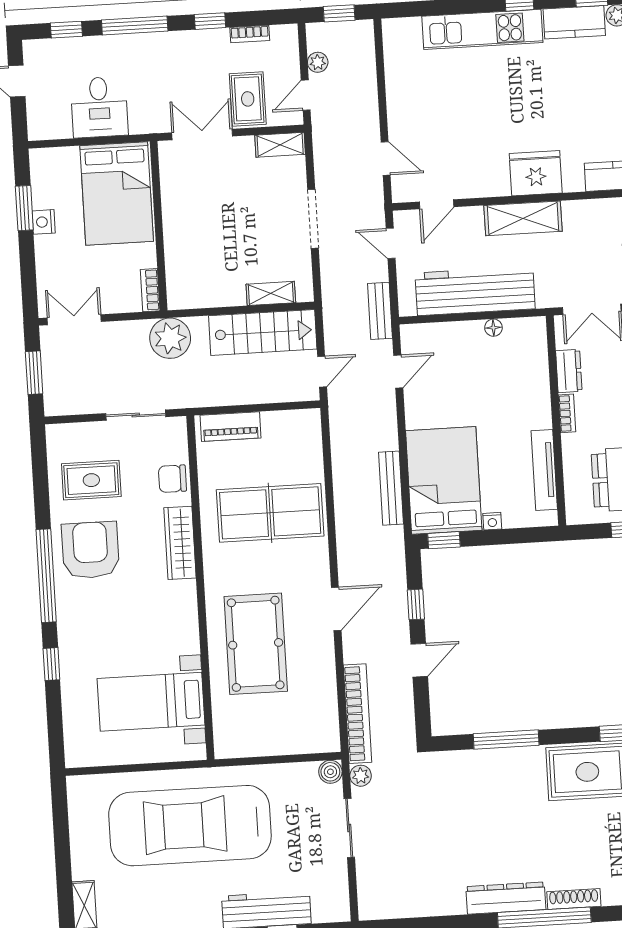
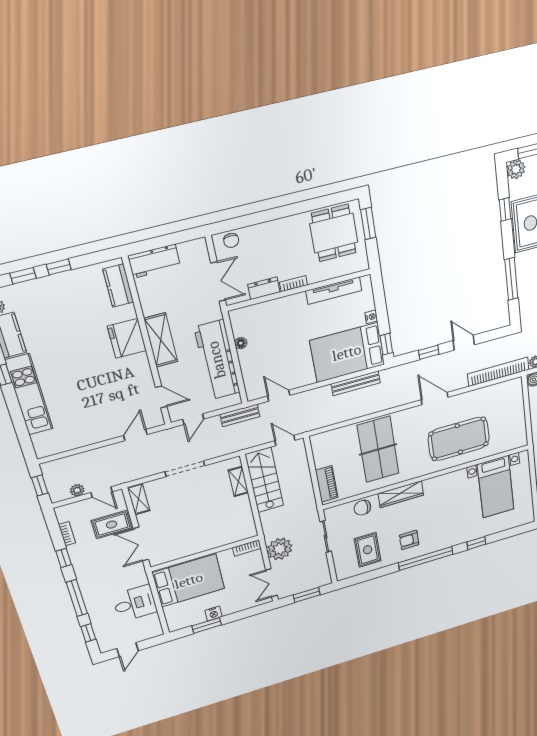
plant: (170, 338) -> (280, 549), moved
chair: (172, 479) -> (362, 508), turned 90
armchair: (90, 550) -> (409, 540), width x0.53, depth x0.53

